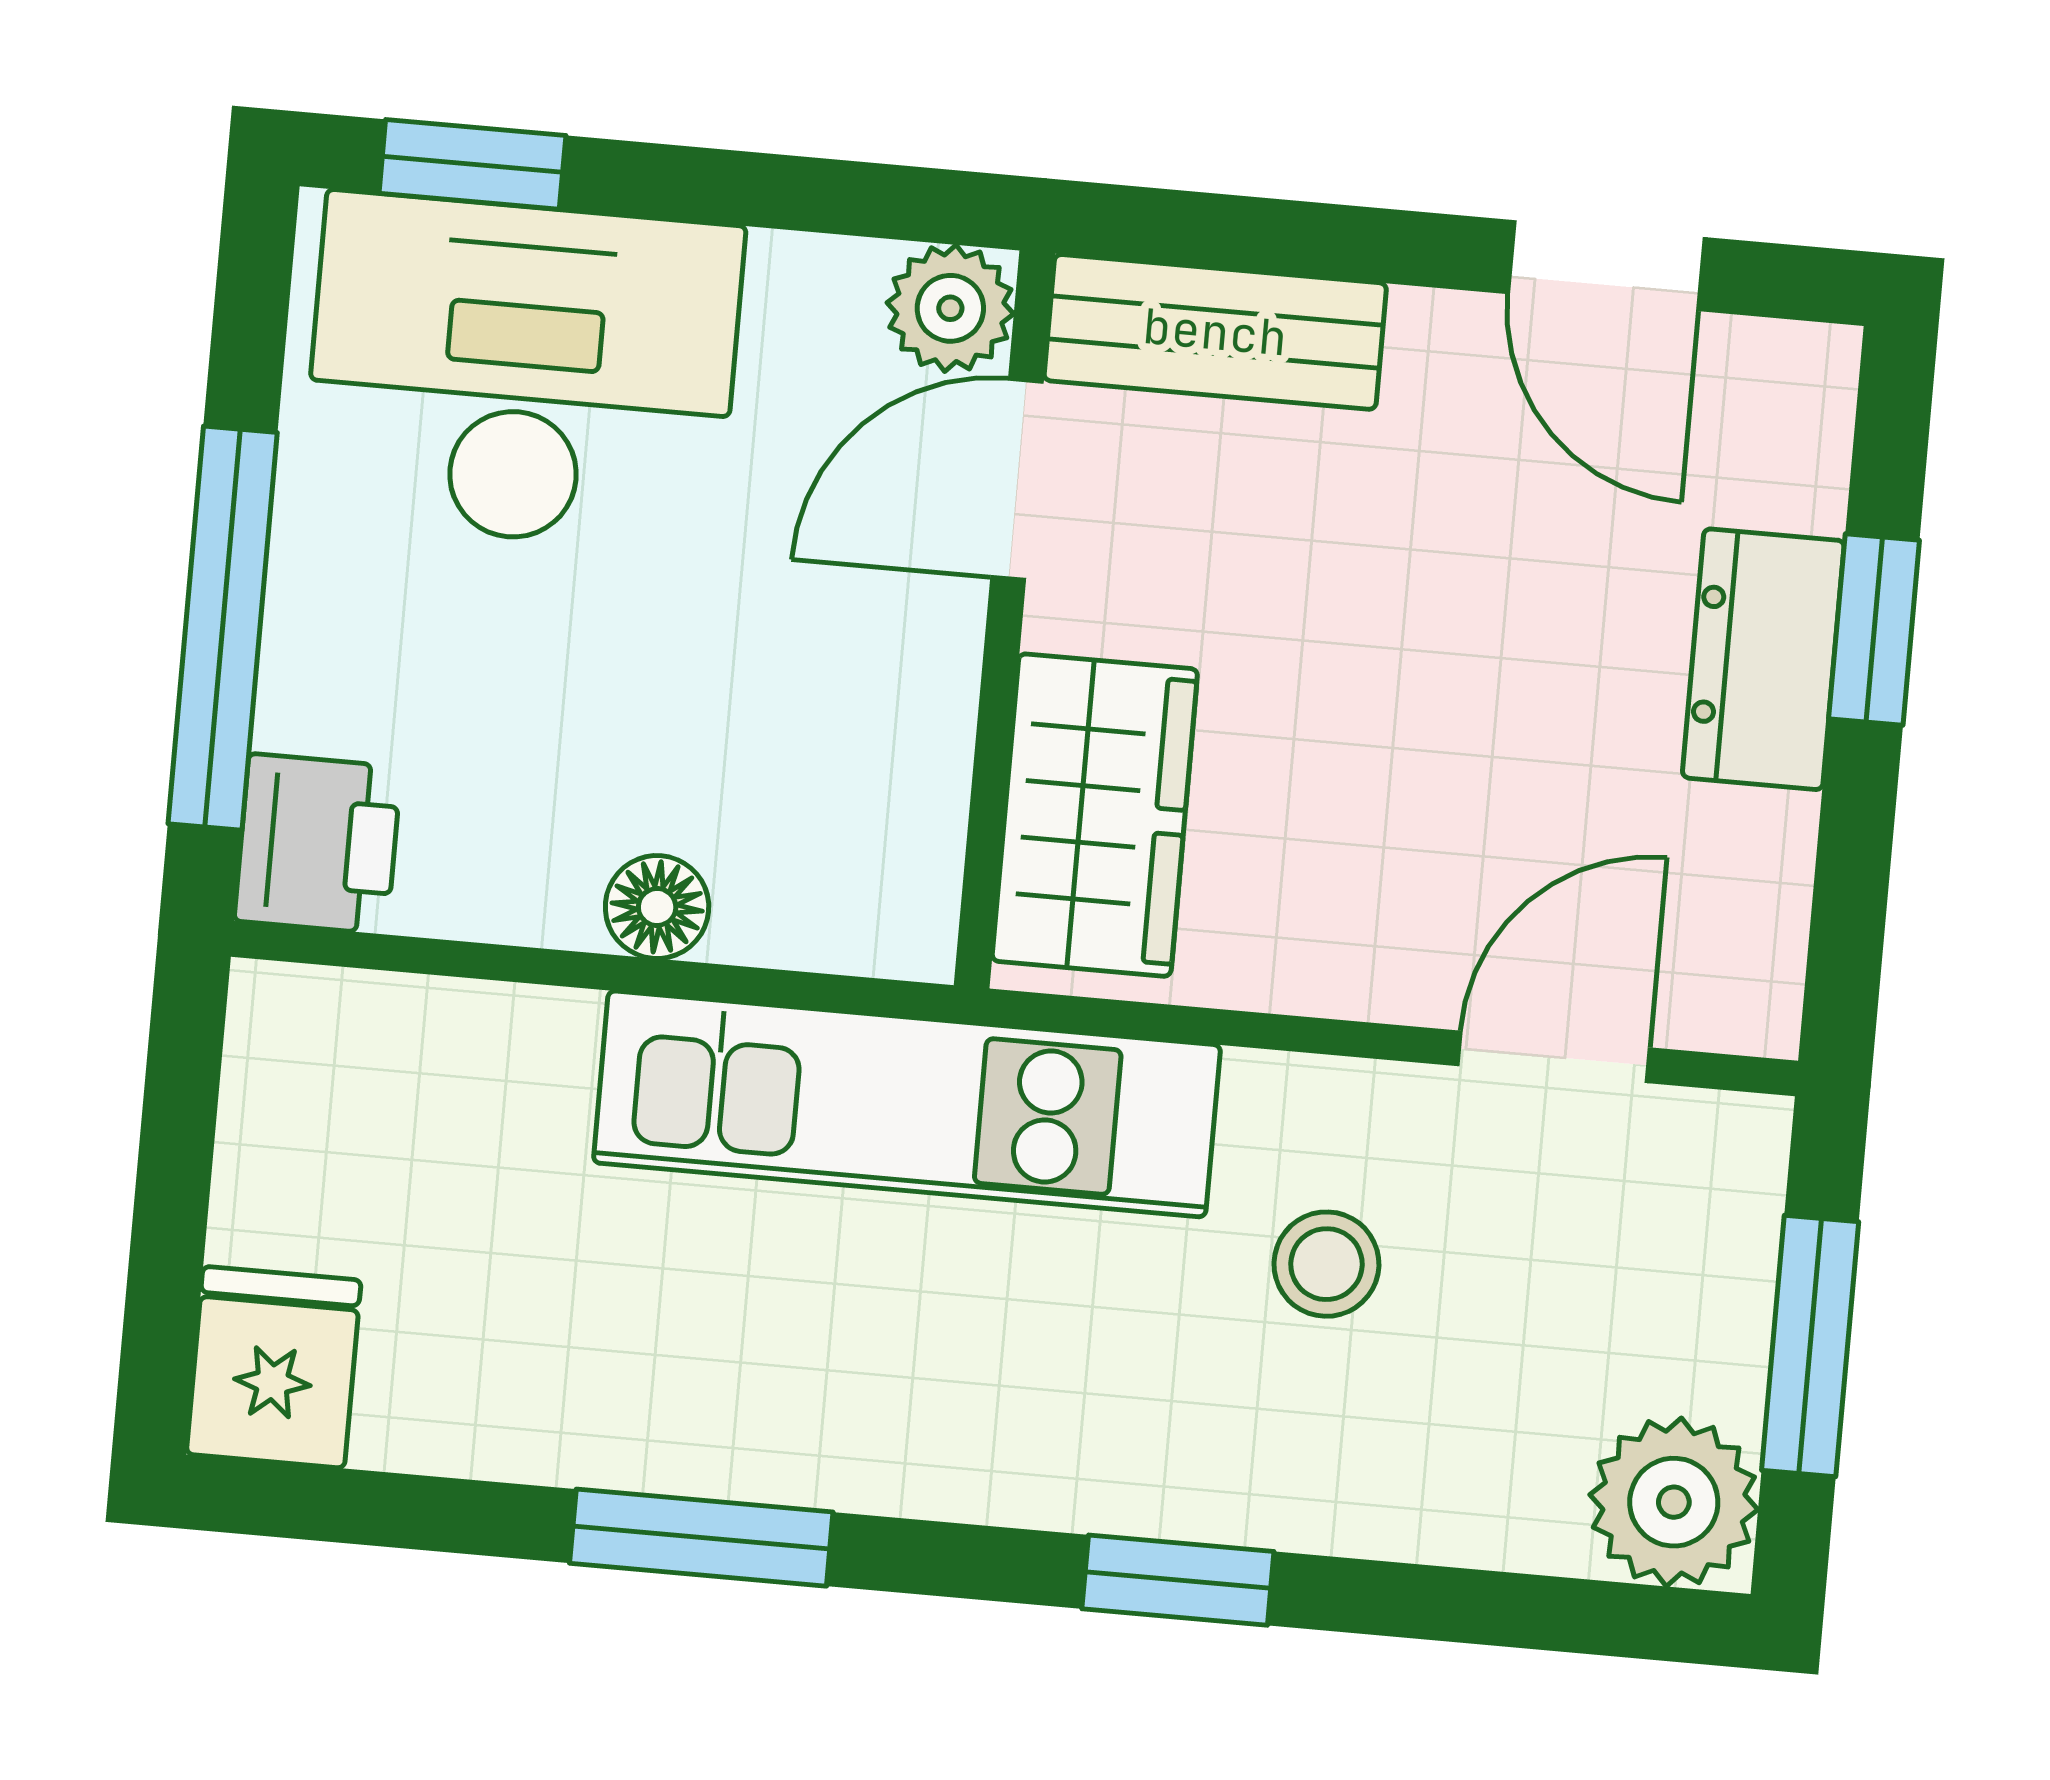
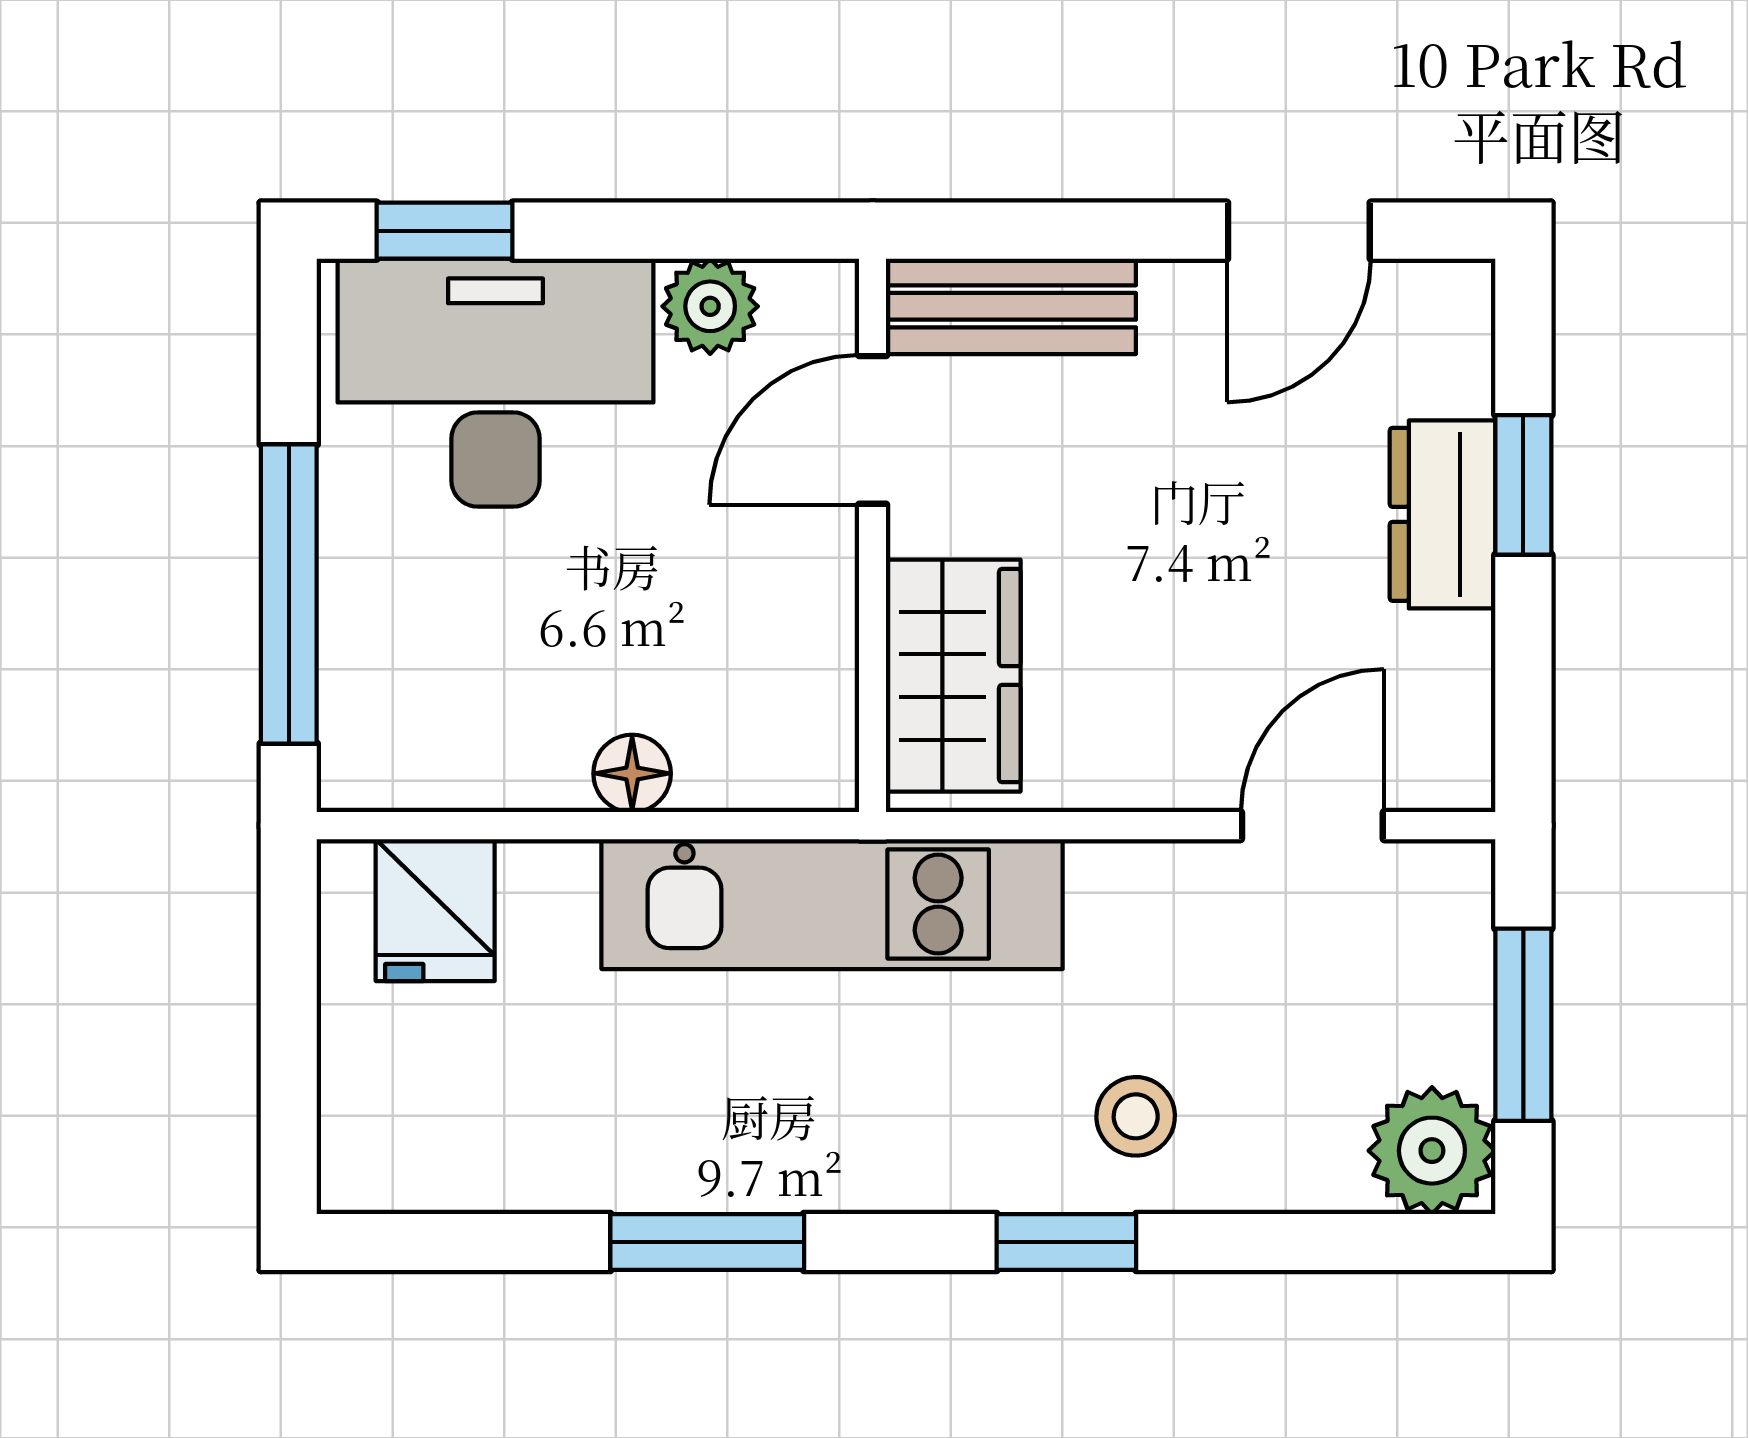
door: (1606, 266) -> (1299, 231), hinge flipped
plant: (950, 308) -> (710, 306), moved
printer: (318, 844) -> (374, 749), removed
stool: (1326, 1264) -> (1136, 1116), moved
fridge: (274, 1367) -> (435, 910), moved, turned 180

